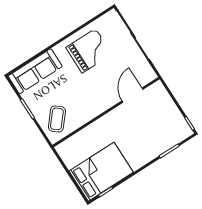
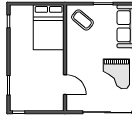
bed: (101, 172) -> (49, 27), moved

